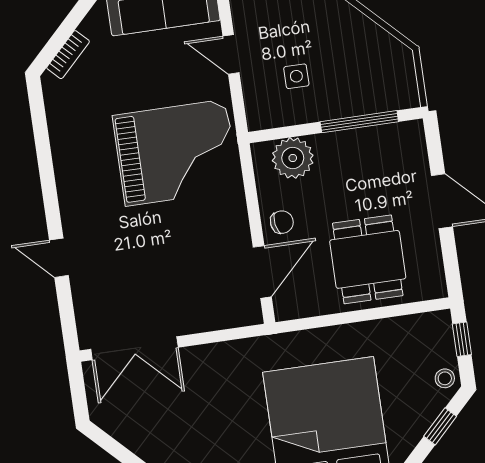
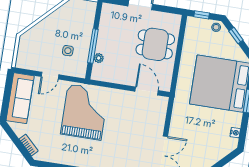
window: (359, 122) -> (93, 46), moved
plant: (293, 158) -> (99, 58), width x0.53, depth x0.53
chair: (282, 222) -> (128, 76), removed

